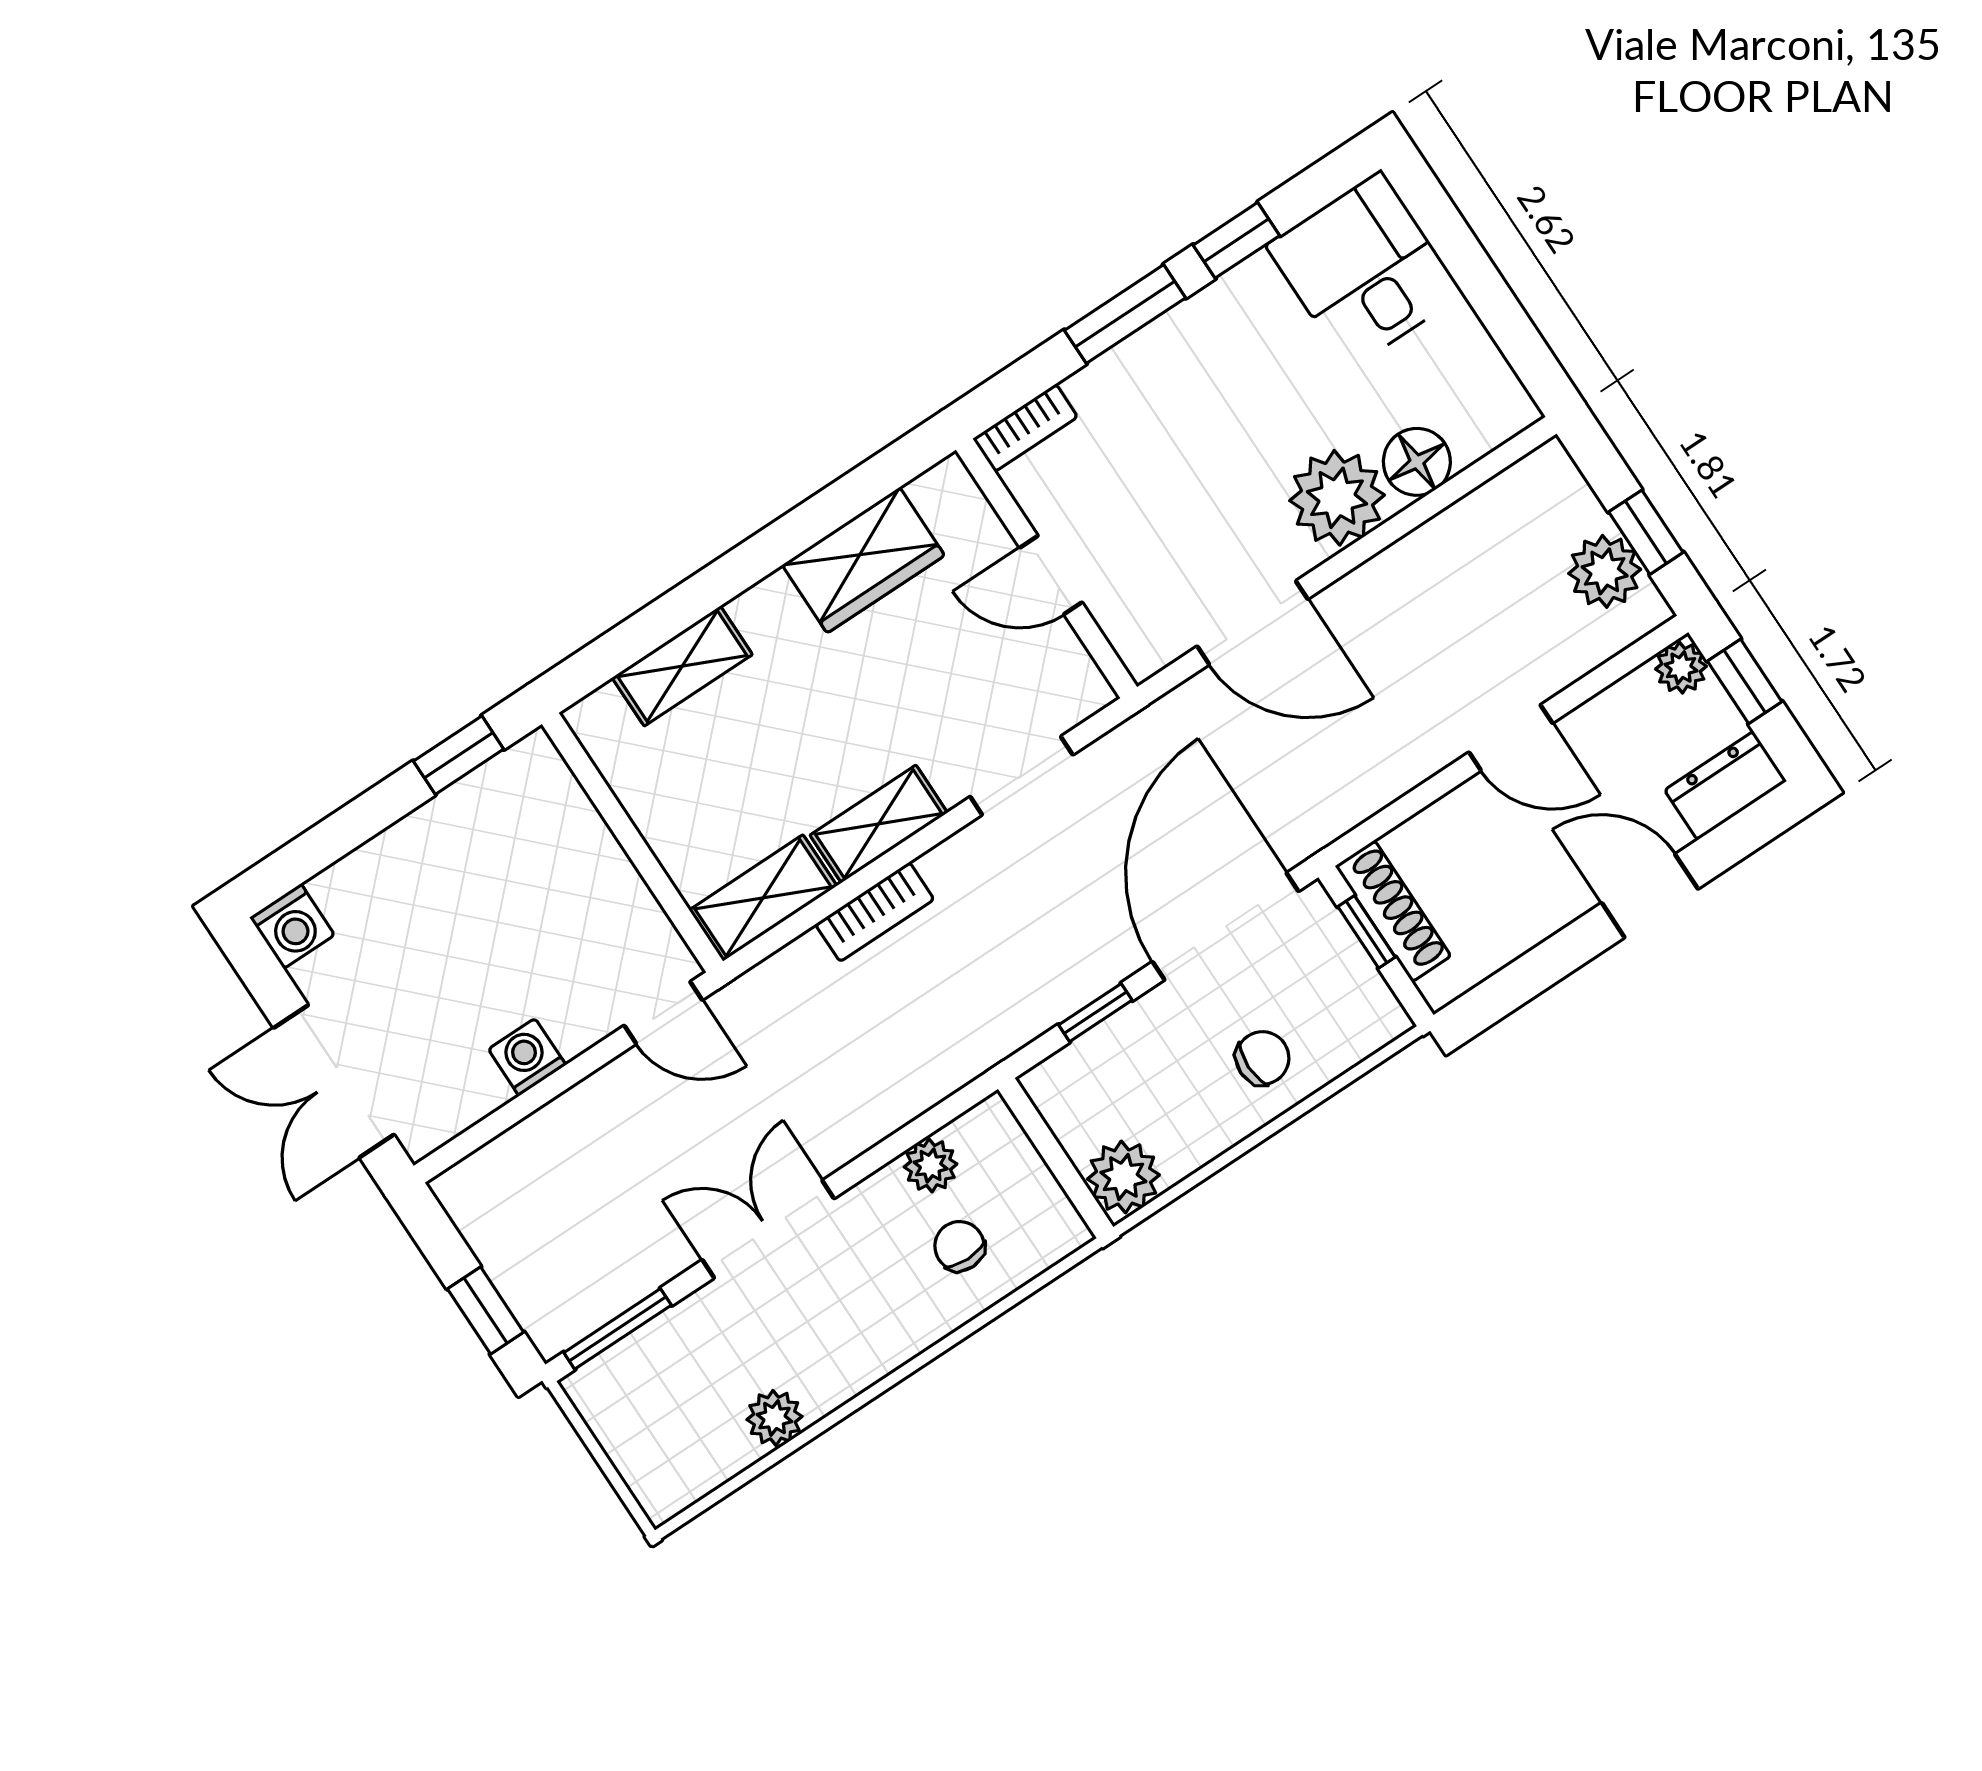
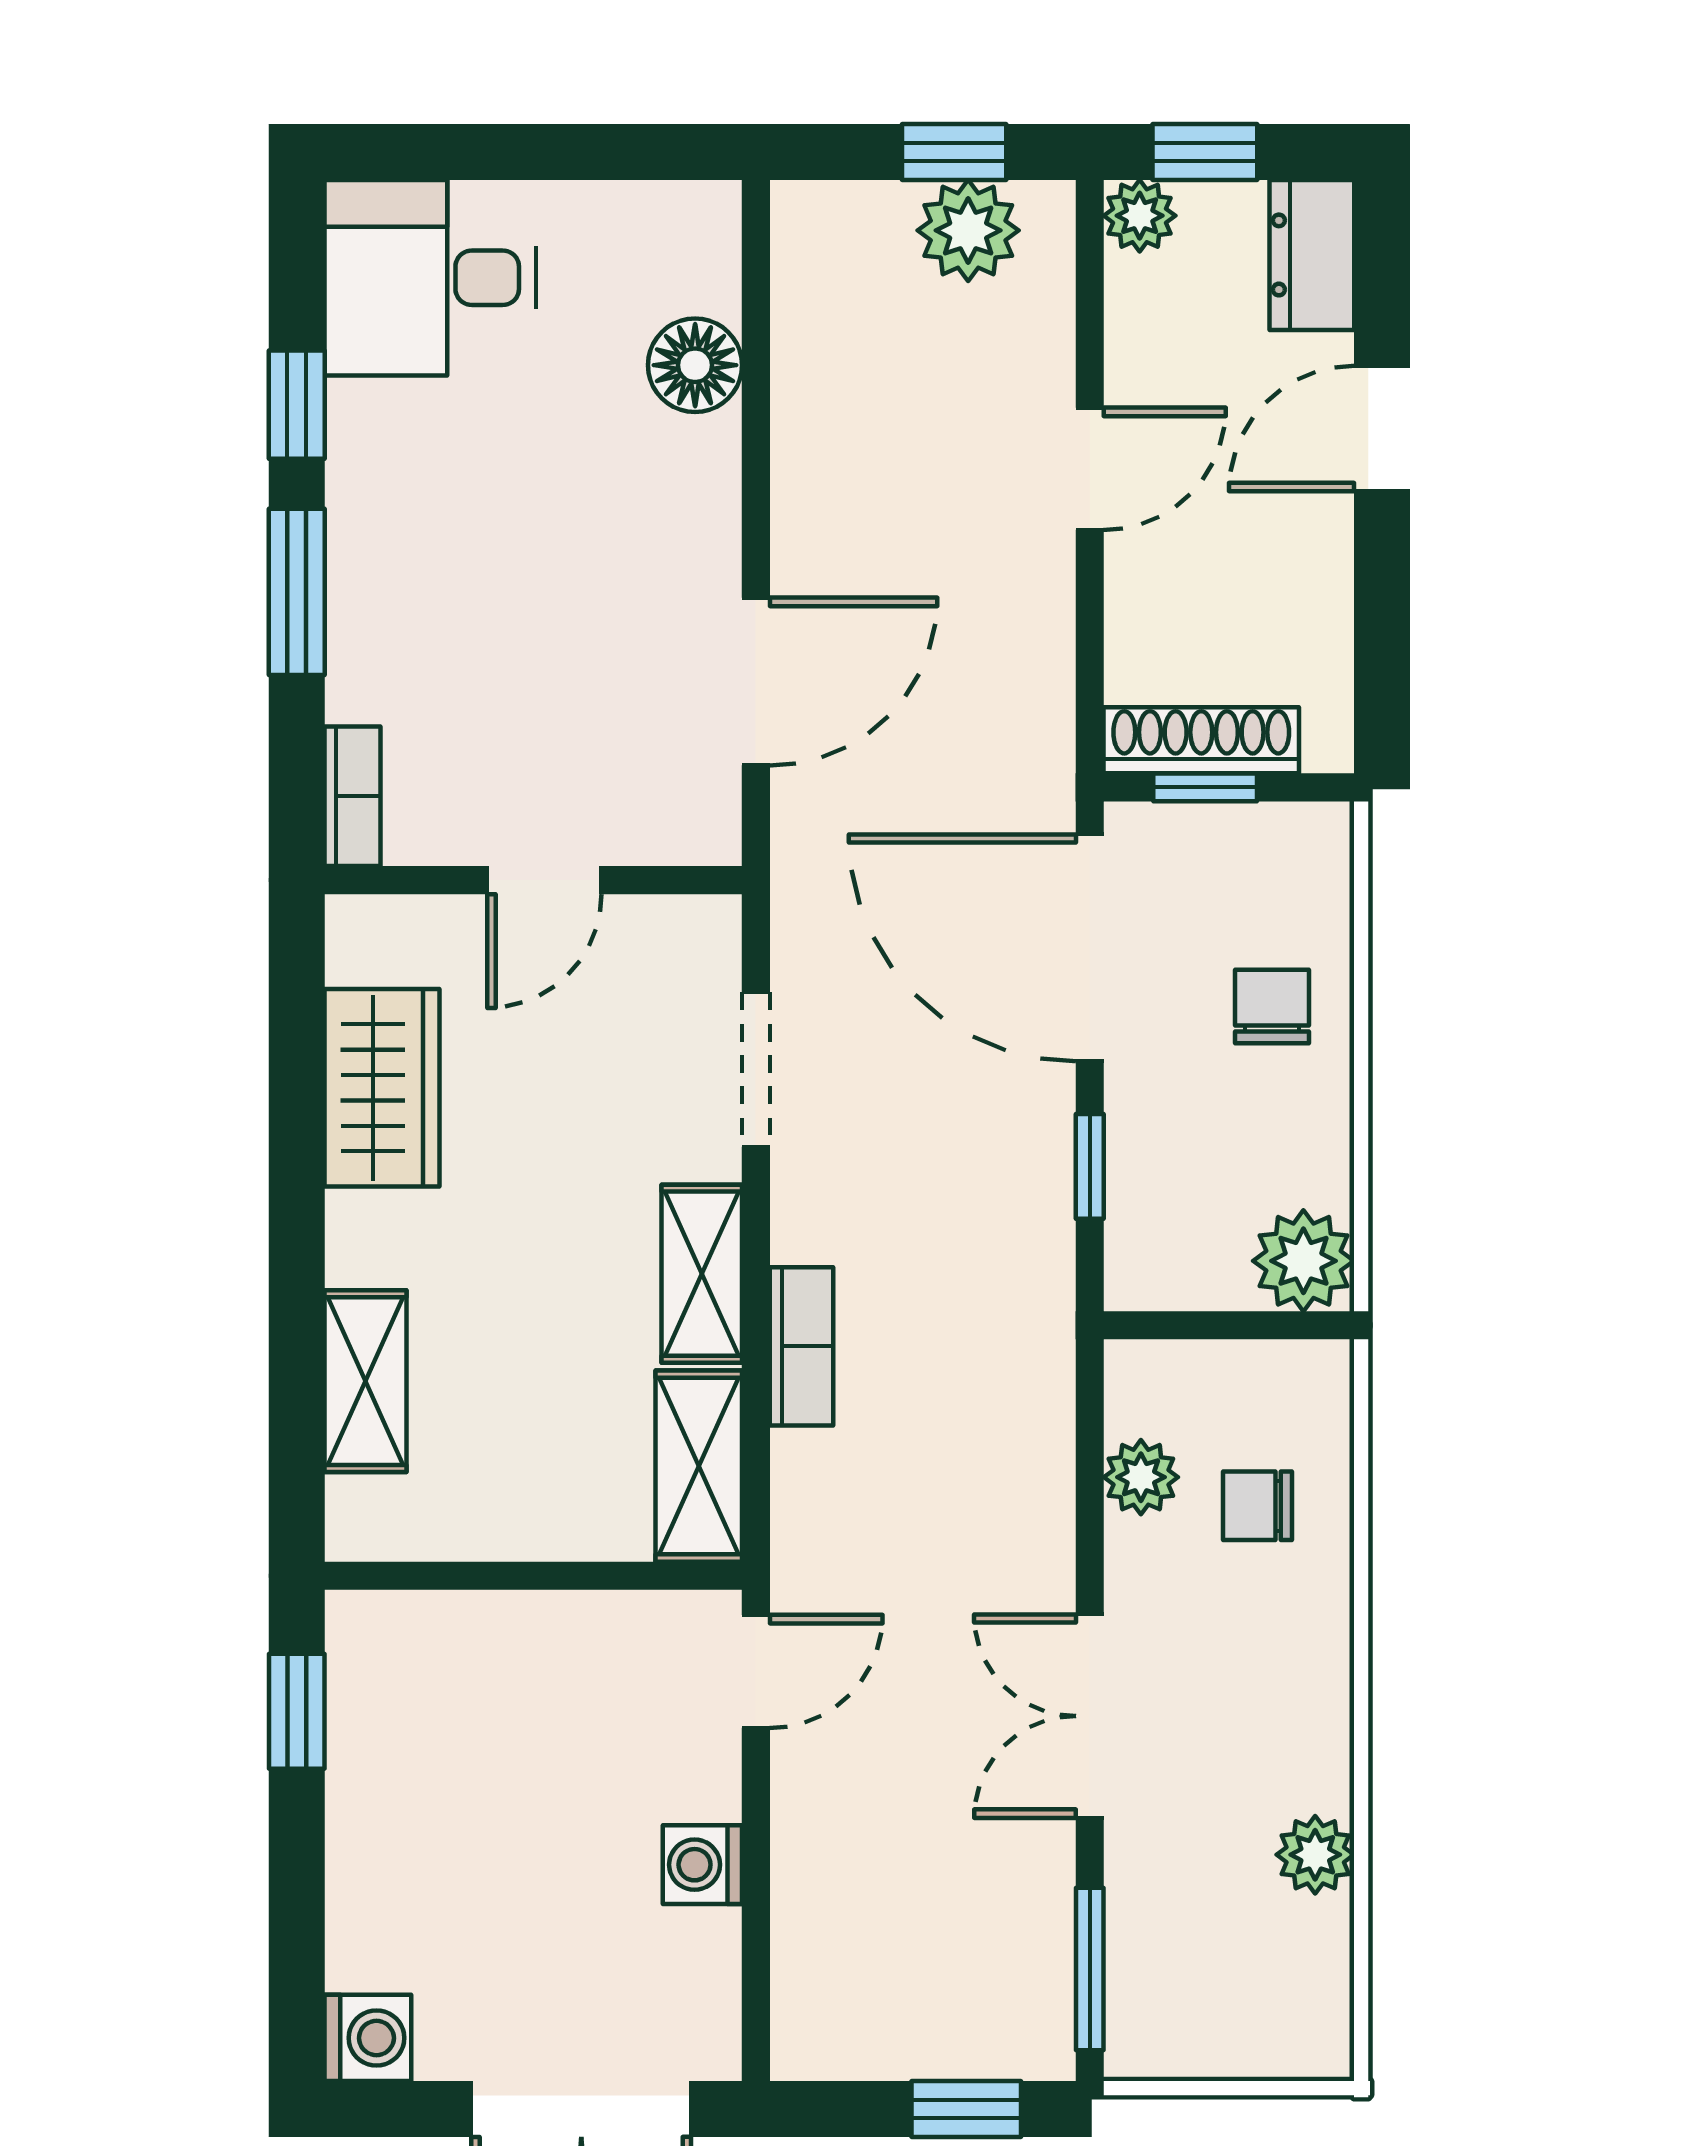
plant: (1337, 498) -> (675, 486), removed

